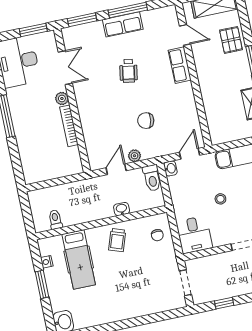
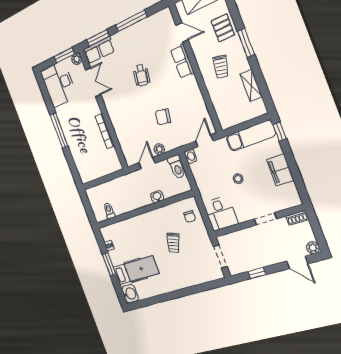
row of seats: (123, 24) -> (99, 50), moved
trolley: (222, 79) -> (221, 67), added
plant: (62, 98) -> (77, 59), moved
trolley: (117, 240) -> (173, 243), moved
hospital bed: (79, 260) -> (136, 270), moved, turned -90

